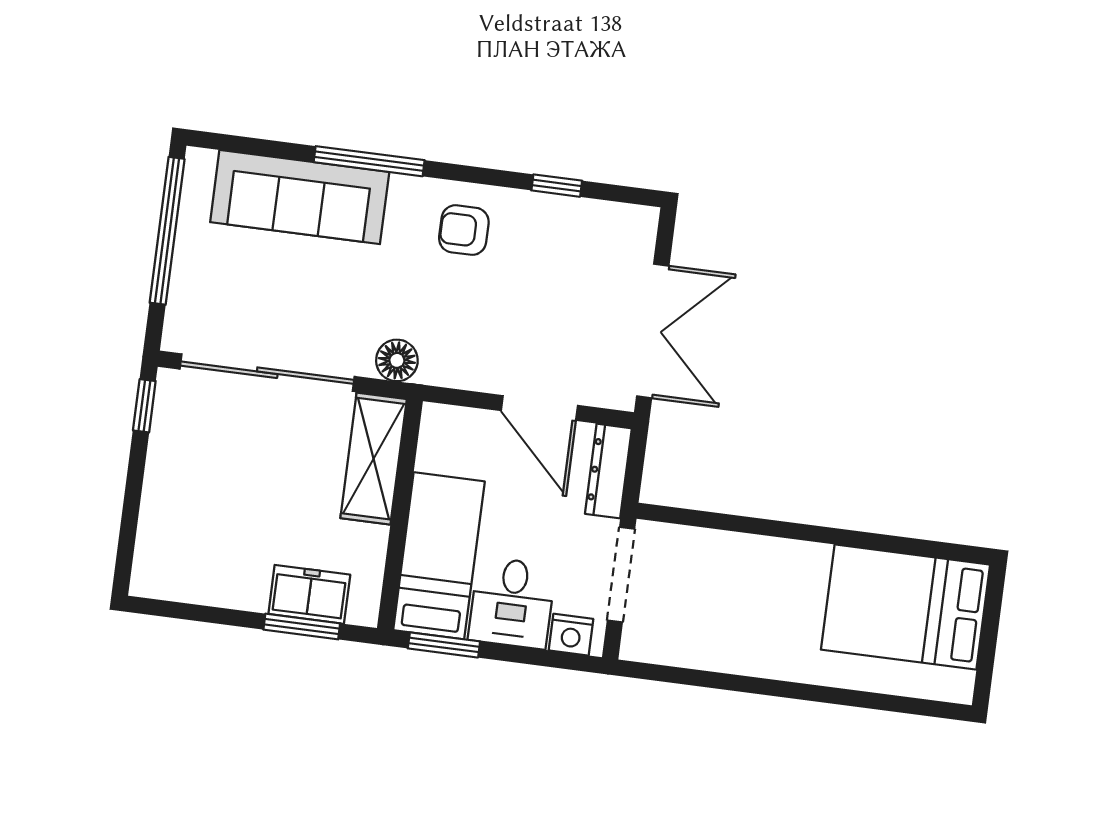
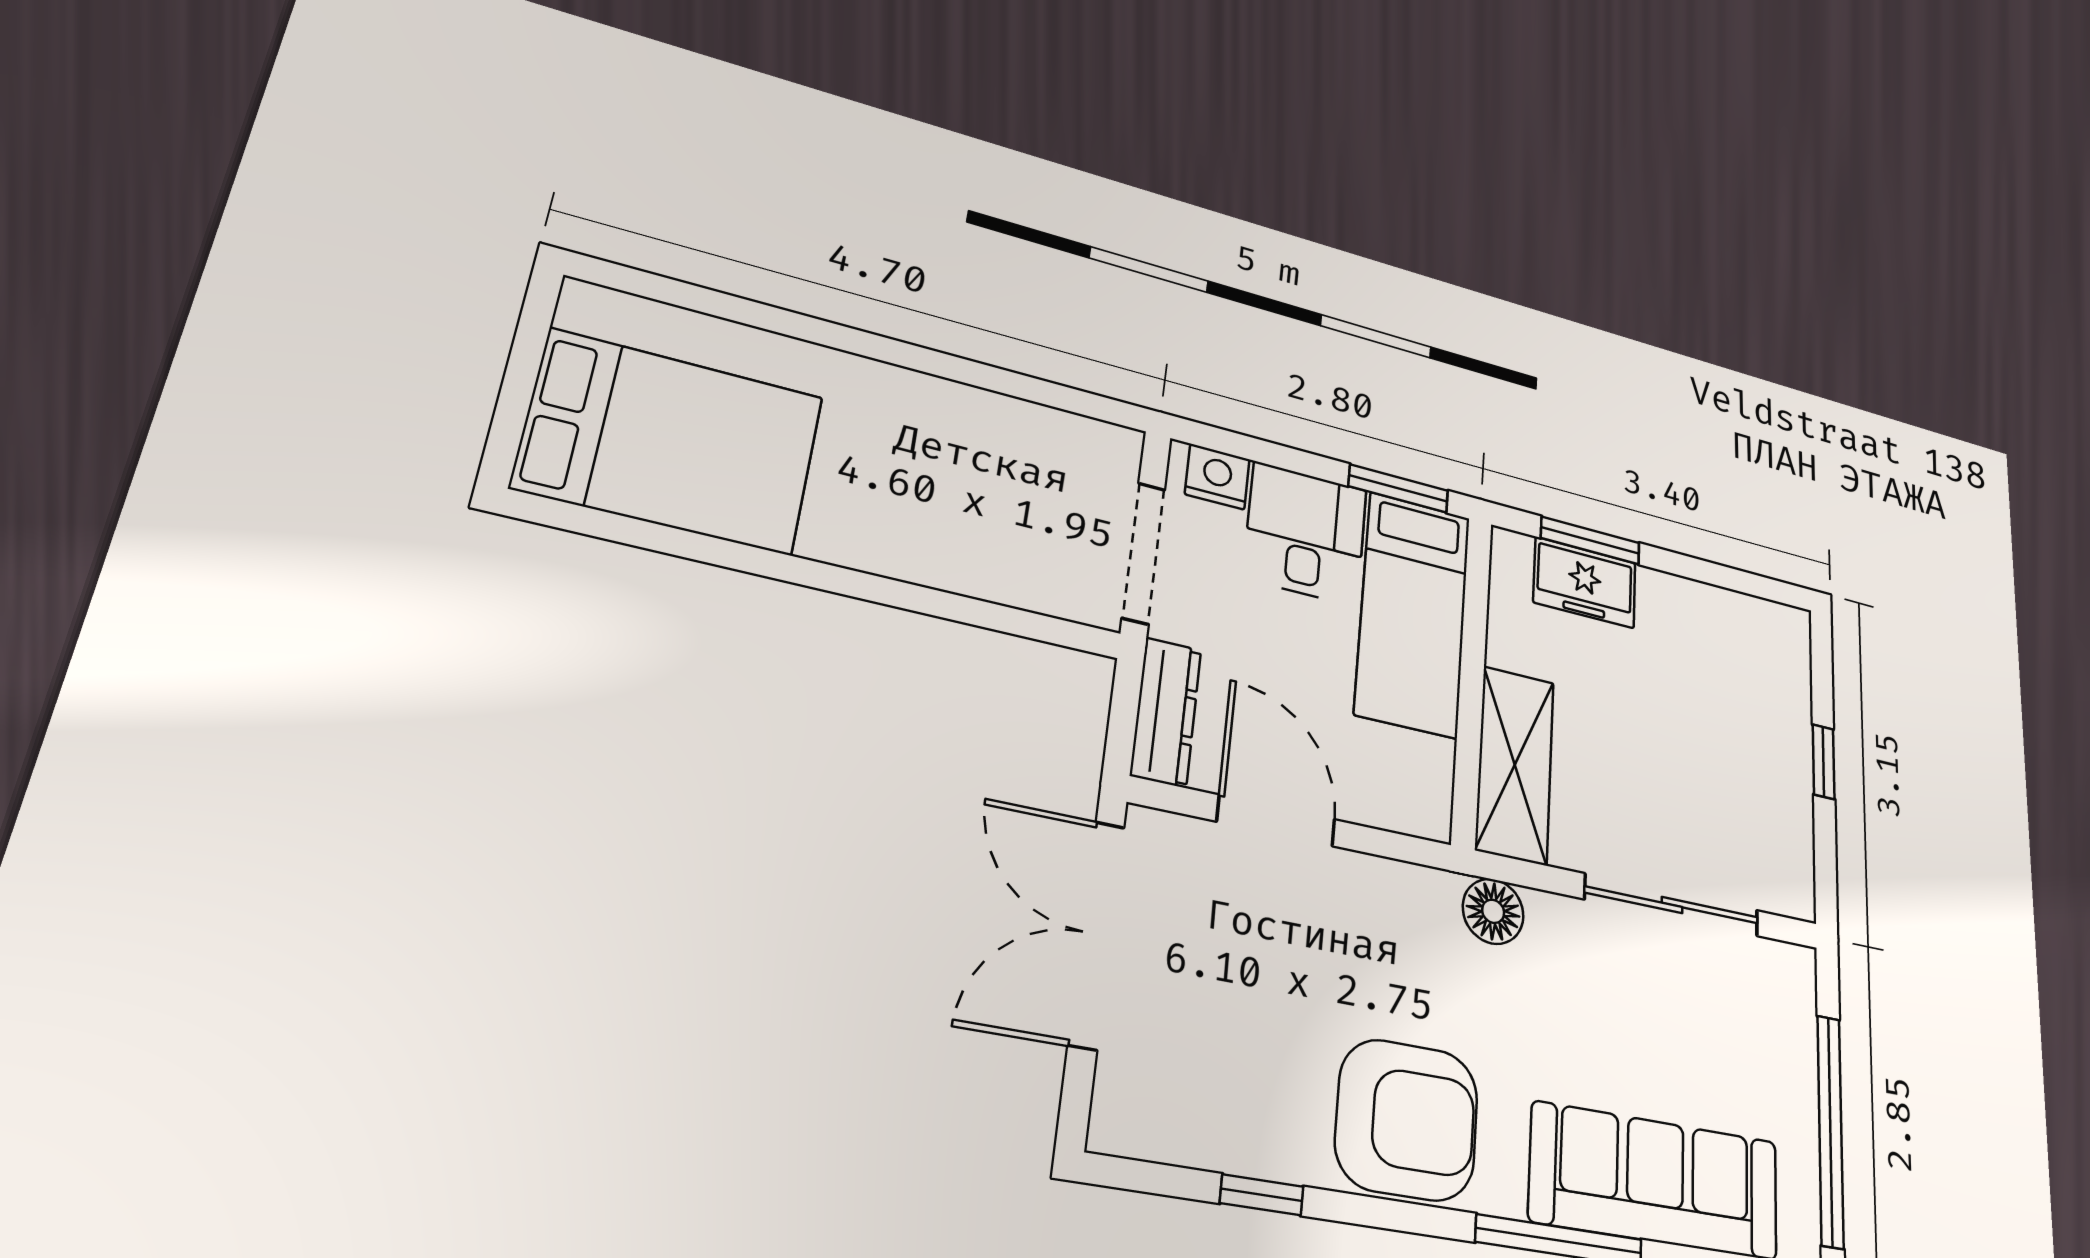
armchair: (464, 230) -> (1407, 1120), width x1.88, depth x1.88
sliding door: (267, 373) -> (1672, 905), width x0.73
window: (144, 406) -> (1824, 762), moved

